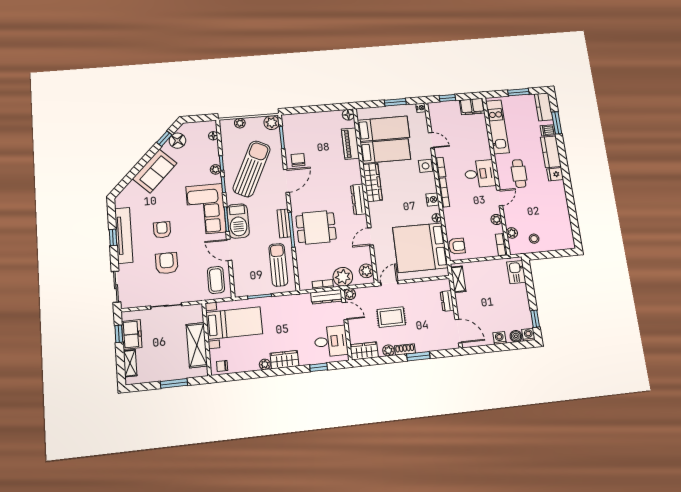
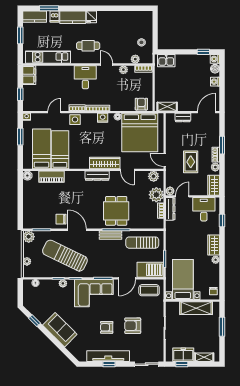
floor lamp: (177, 141) -> (37, 311), removed
wardrobe: (373, 182) -> (105, 163), moved
barbecue: (238, 221) -> (150, 270), moved

